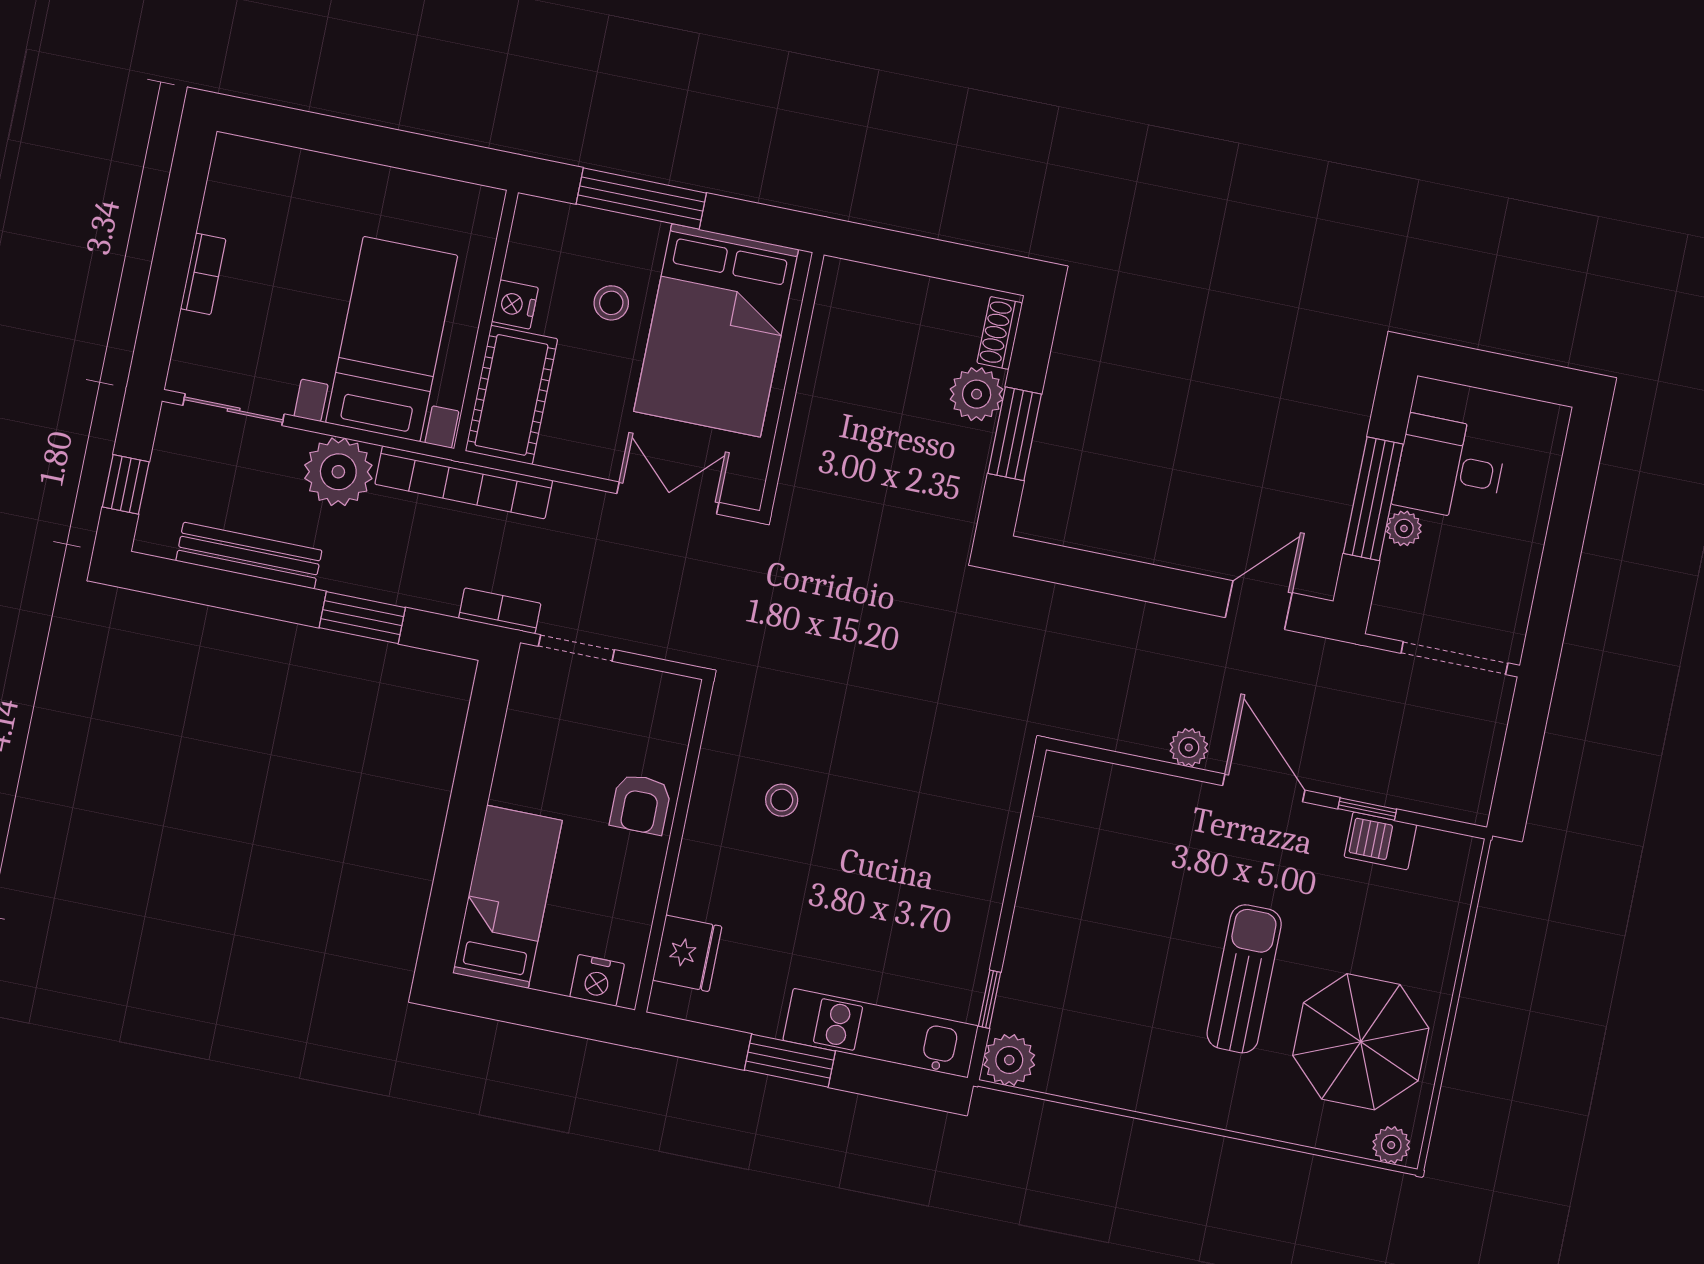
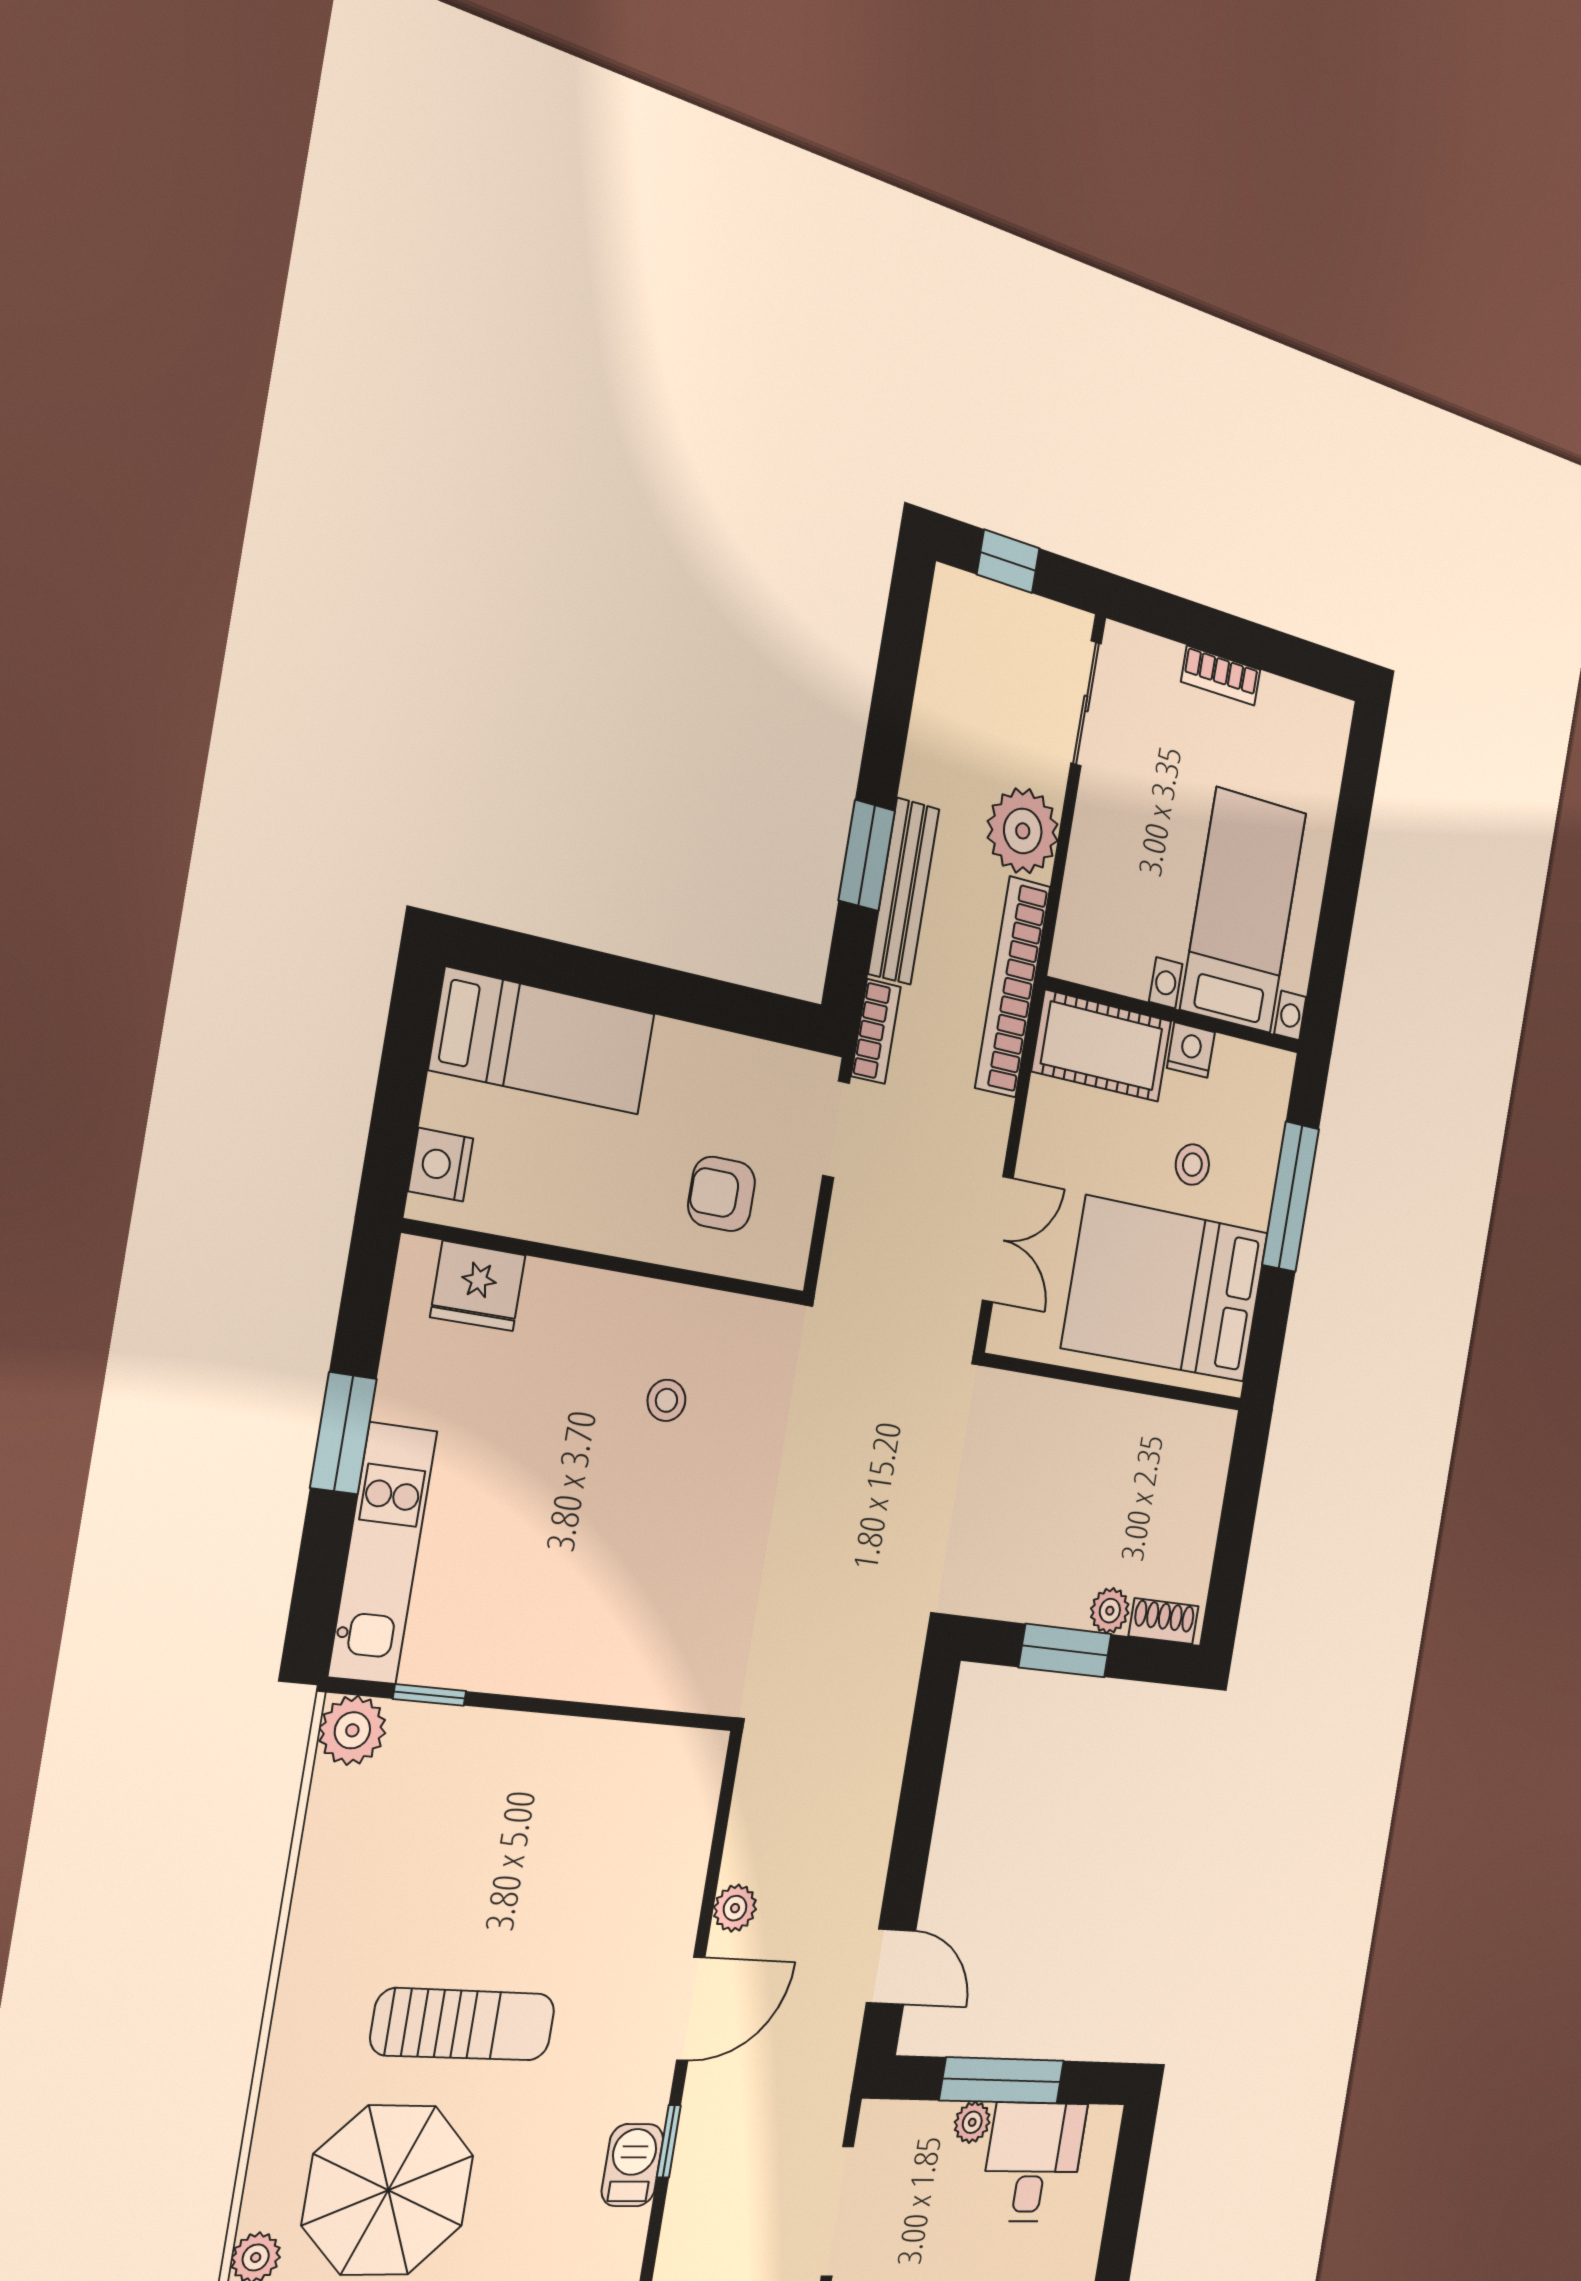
bed with nightstands: (392, 339) -> (1243, 911), moved, turned -90
plant: (977, 394) -> (1110, 1611), width x0.73, depth x0.73
bench: (249, 556) -> (904, 891), moved
armchair: (641, 804) -> (722, 1194), moved

